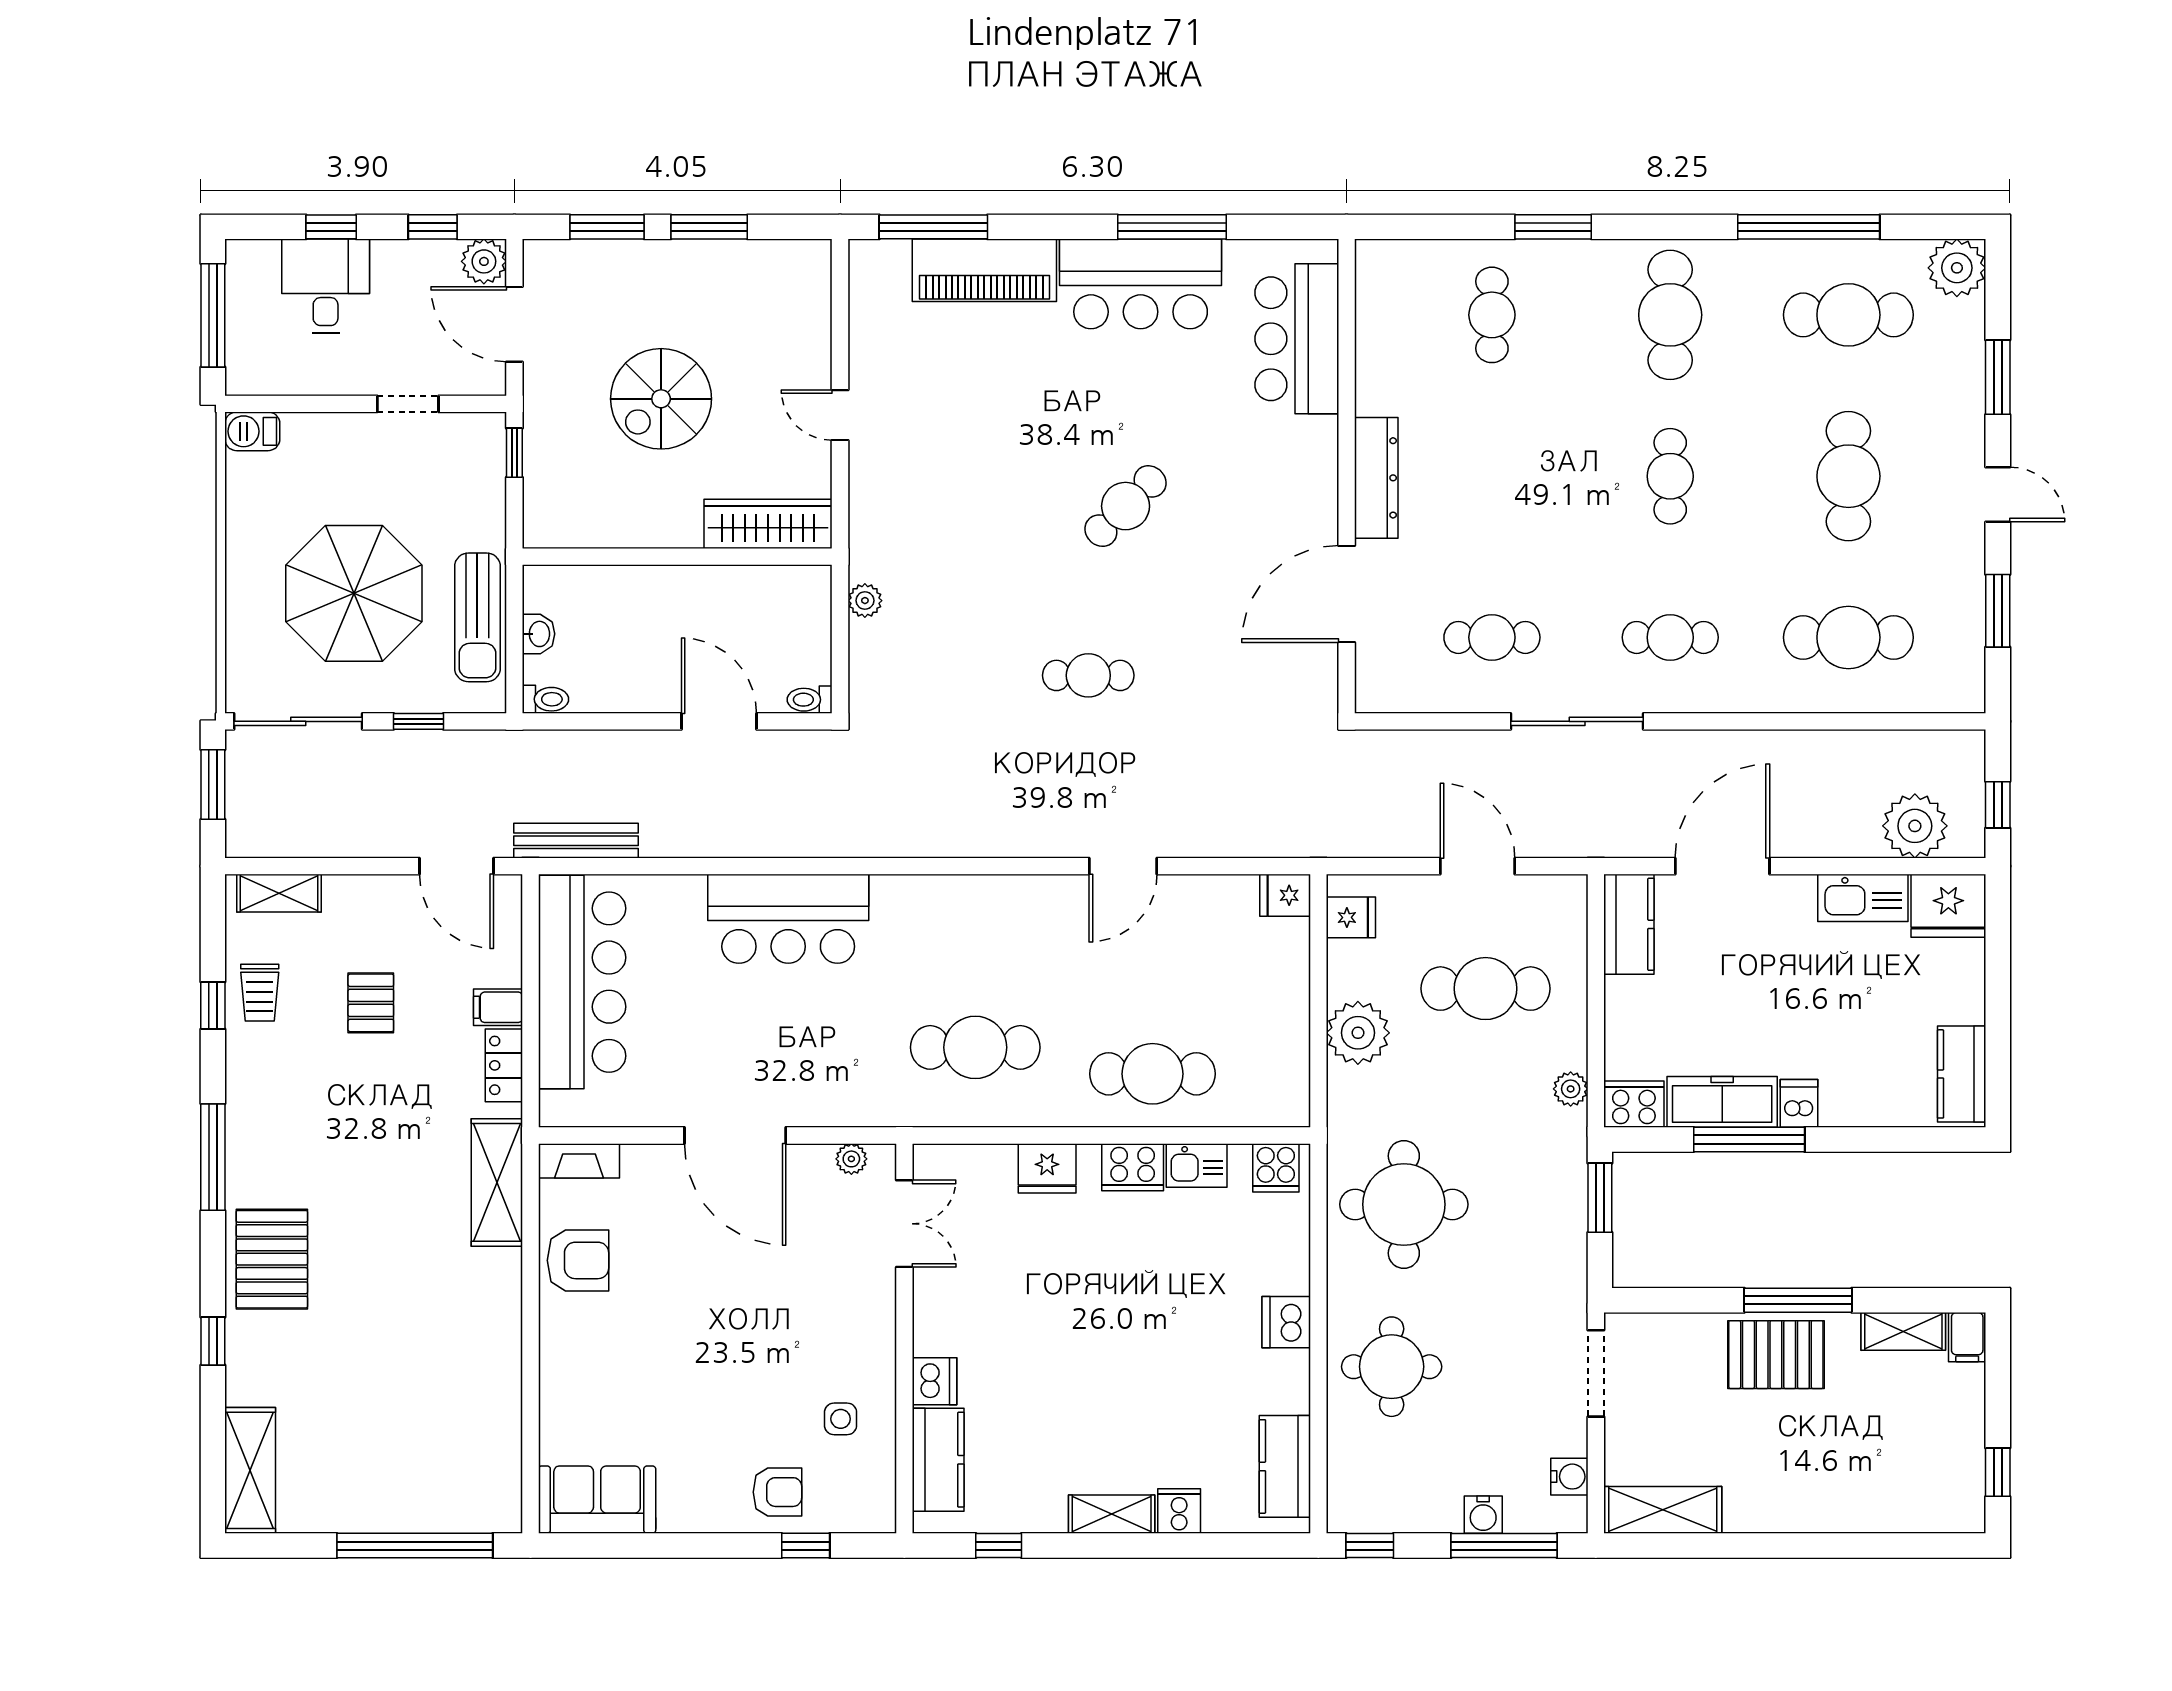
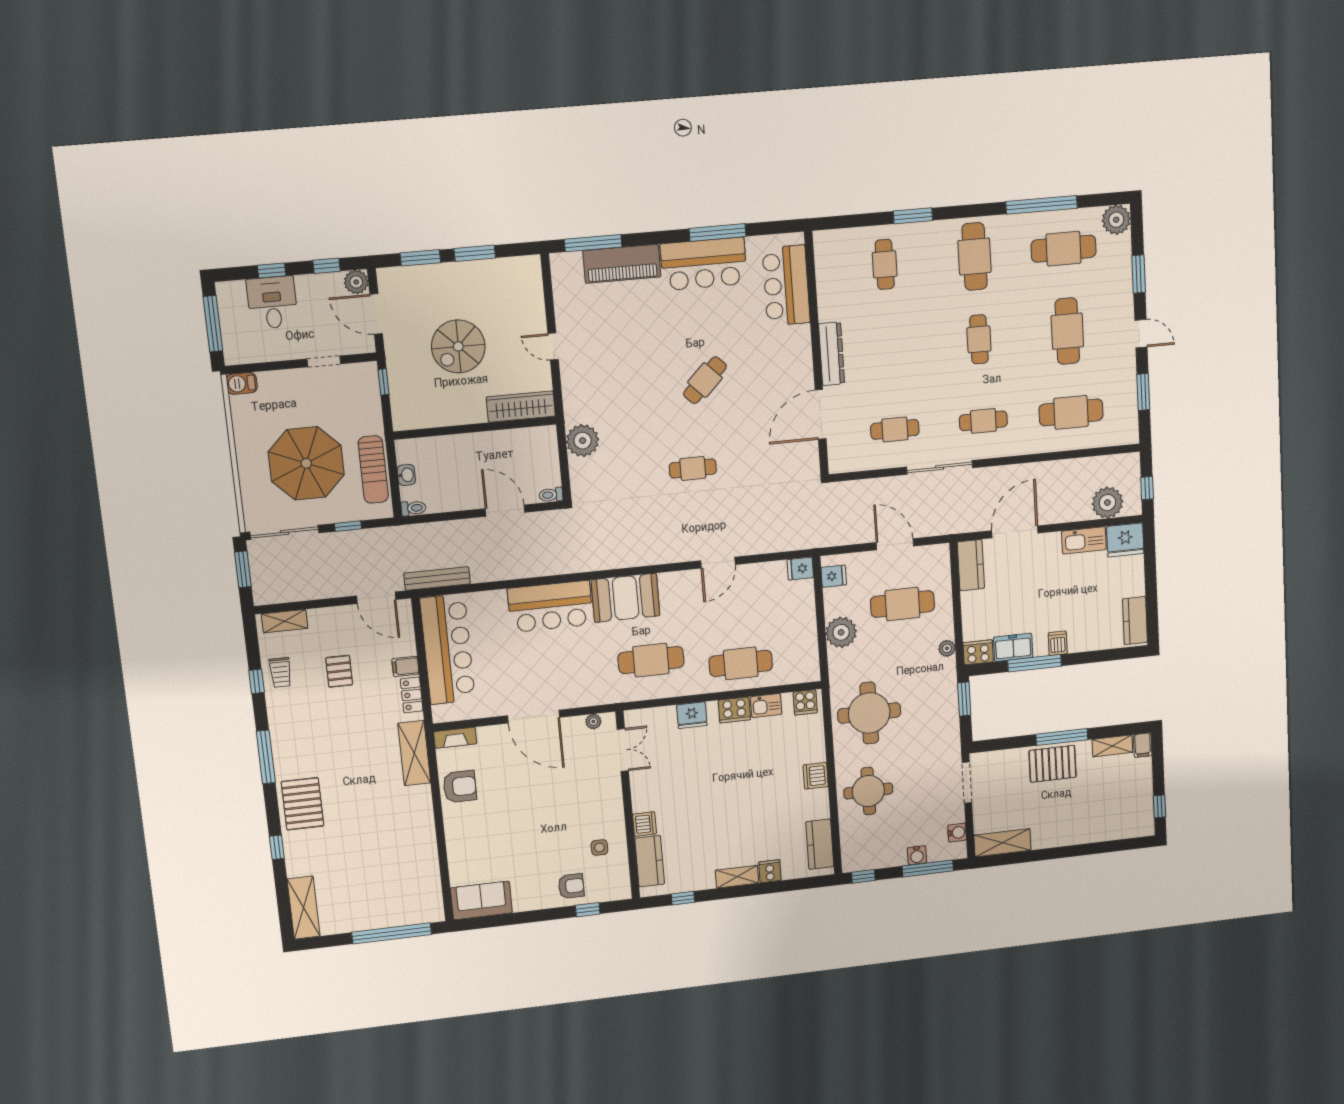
plant: (865, 601) -> (583, 441), width x1.87, depth x1.87
booth: (936, 917) -> (626, 598), added
freezer: (1722, 1102) -> (1013, 647), width x0.71

